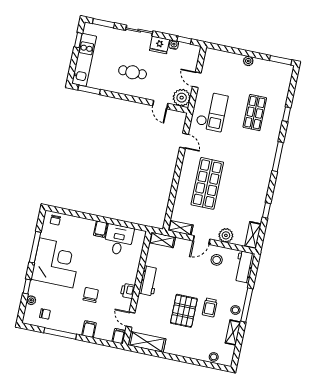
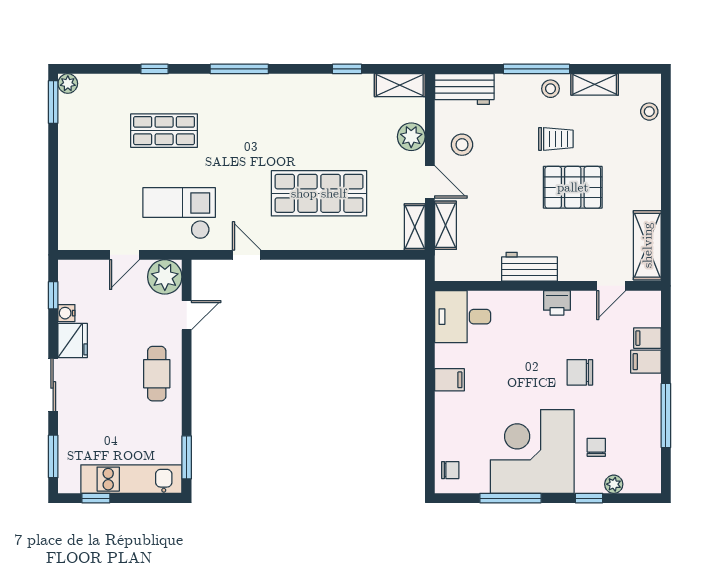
plant: (248, 61) -> (68, 84), moved
cafe table: (133, 72) -> (157, 374), moved
door: (184, 141) -> (247, 255), hinge flipped
desk: (119, 240) -> (463, 317), moved
shelving: (162, 240) -> (446, 225), moved
chair: (45, 314) -> (596, 447), moved
filing cabinet: (119, 336) -> (647, 338), moved

